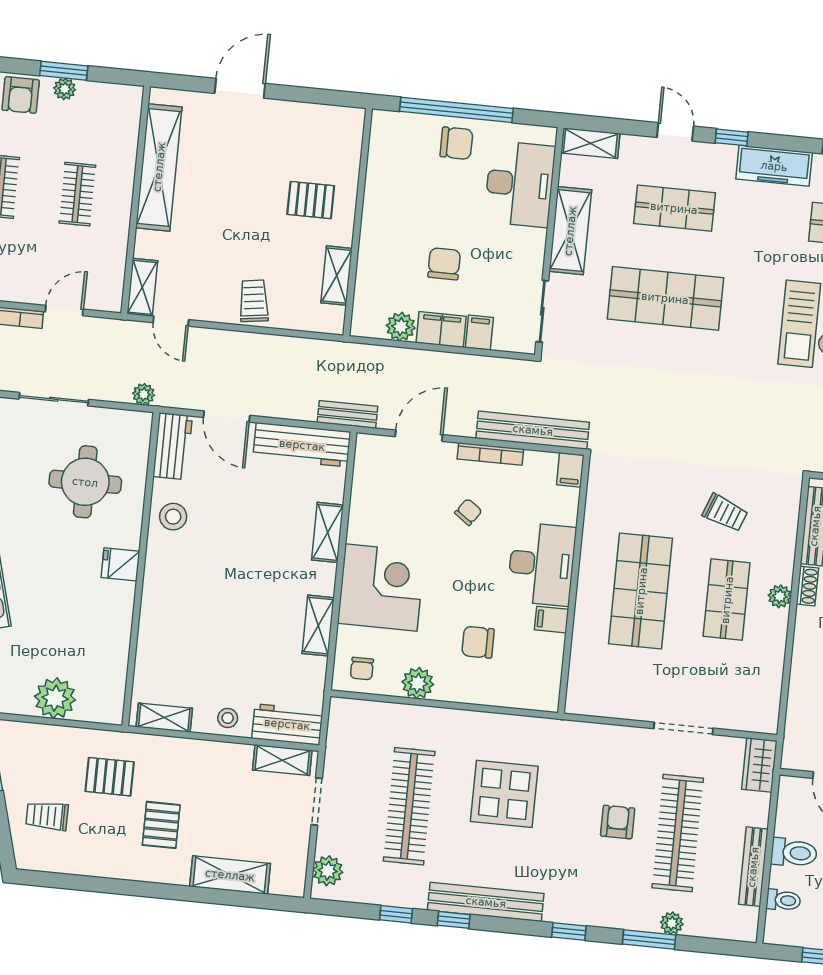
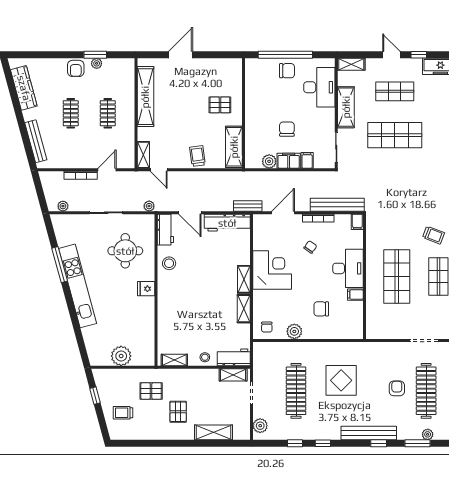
shelving: (337, 276) -> (234, 147), width x1.50, depth x1.33
shelving: (328, 532) -> (244, 279), moved
corner desk: (381, 588) -> (272, 270), moved
bench: (486, 902) -> (369, 433), moved

